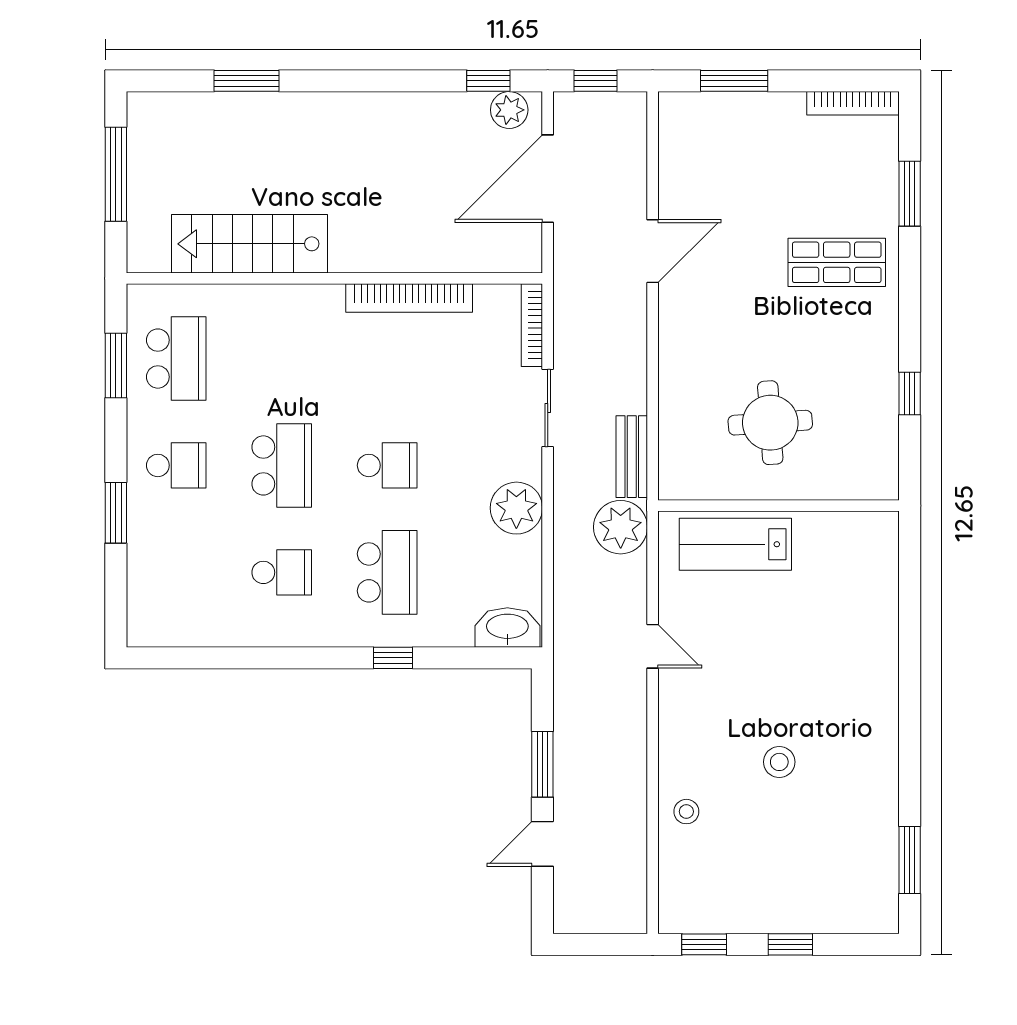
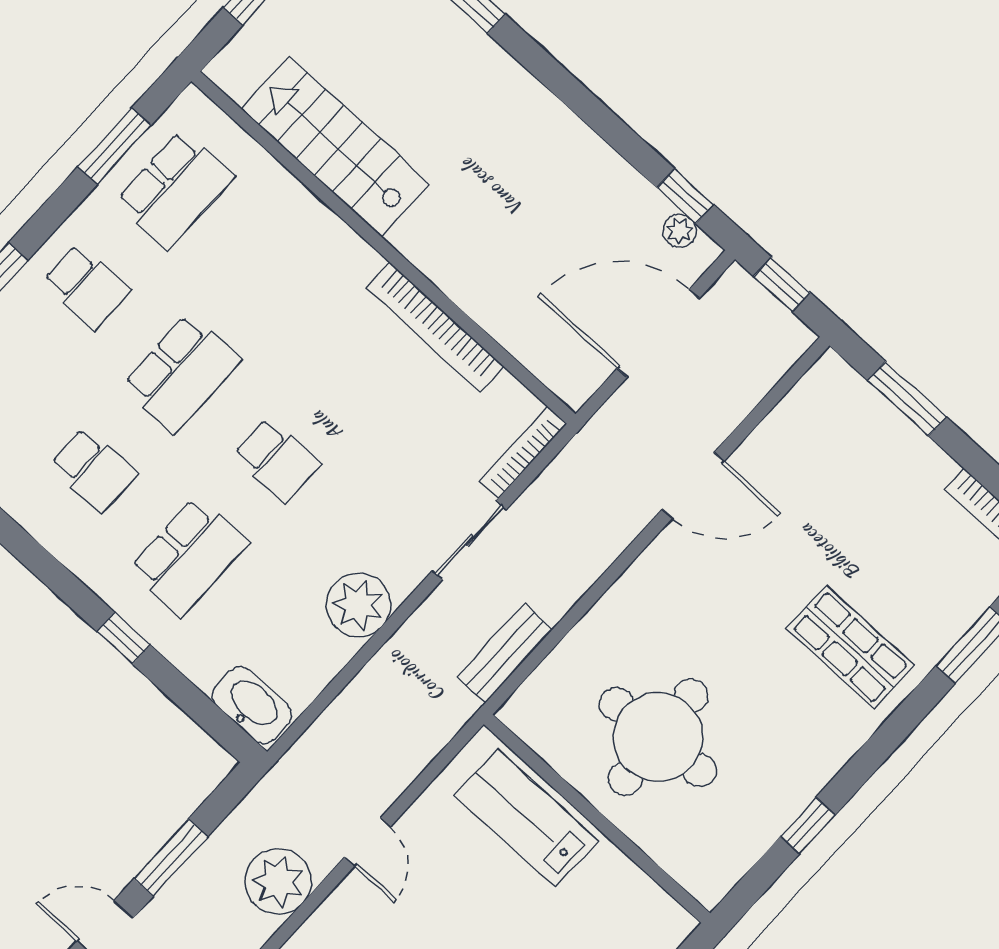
plant: (509, 110) -> (680, 231), width x0.73, depth x0.73
round table: (770, 423) -> (658, 737), width x1.36, depth x1.36
plant: (621, 527) -> (278, 881), moved

